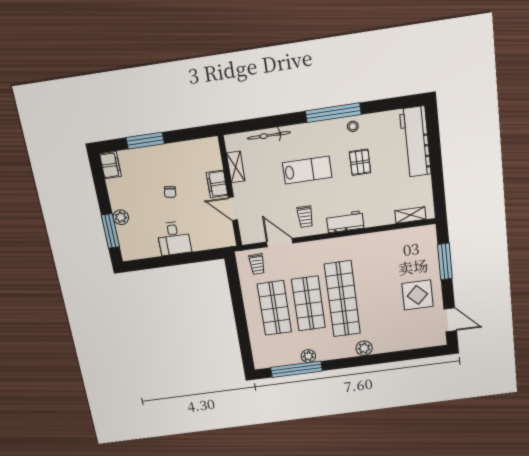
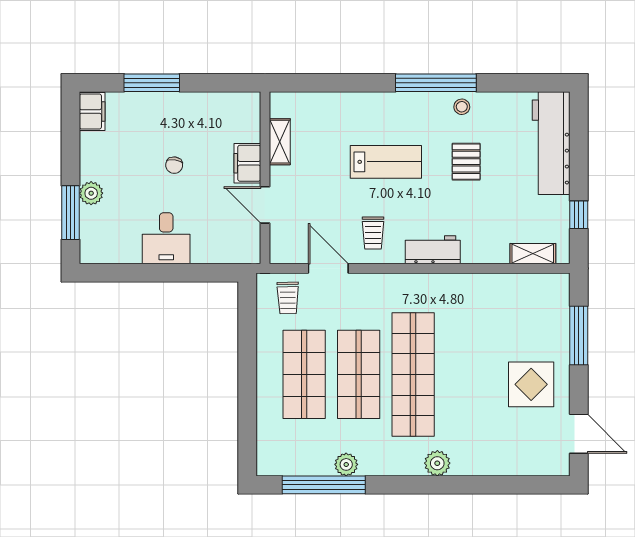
bicycle: (269, 135) -> (336, 102), removed
window: (438, 186) -> (579, 215), added

